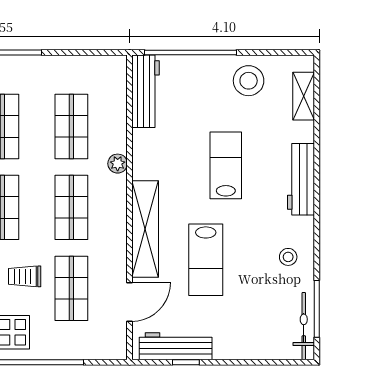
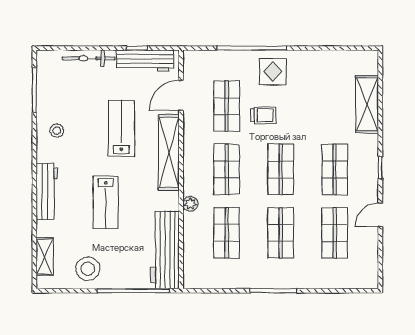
workbench: (146, 91) -> (165, 250), width x1.36, depth x1.32
bicycle: (304, 326) -> (89, 58), moved, turned 90

